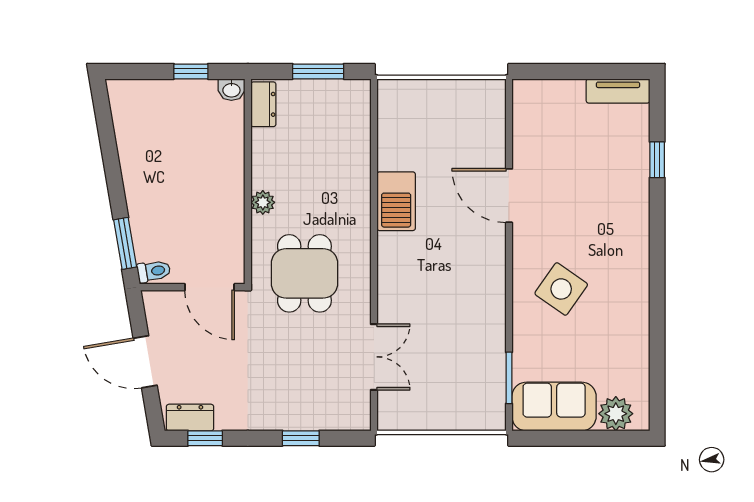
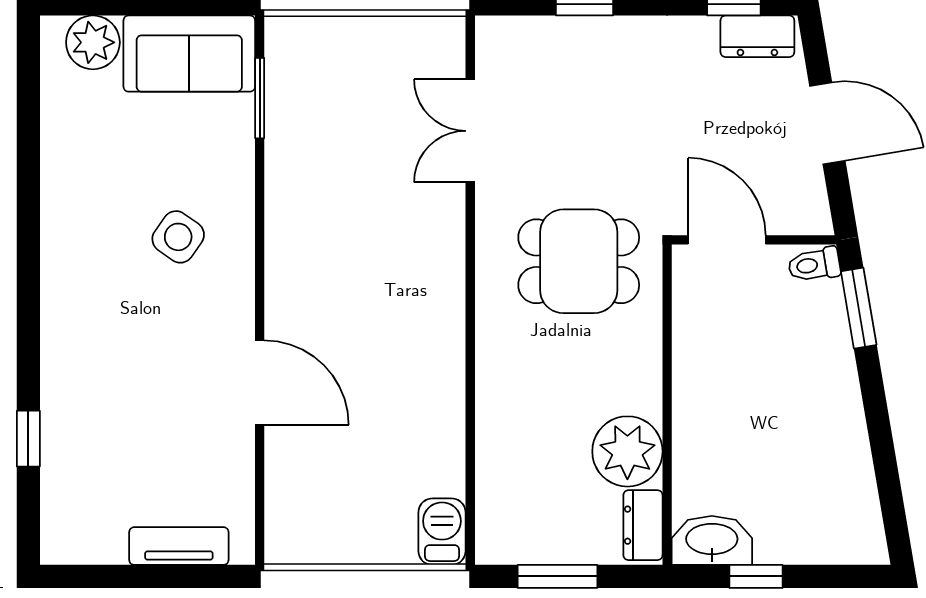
washbasin: (231, 90) -> (712, 540), width x1.91, depth x1.45
tv unit: (618, 91) -> (179, 546), moved
barbecue: (396, 201) -> (442, 532), moved, width x0.73, depth x0.79
plant: (263, 202) -> (627, 451), moved, width x1.88, depth x1.88
dining table: (304, 273) -> (579, 261), turned 90
side table: (561, 289) -> (178, 237), width x0.73, depth x0.73

